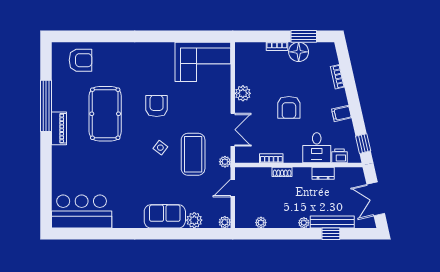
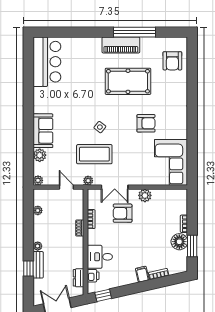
armchair: (157, 106) -> (146, 123), moved
armchair: (289, 107) -> (123, 213), moved
filing cabinet: (341, 113) -> (142, 274), moved
piano: (59, 128) -> (121, 45), width x1.37, depth x1.33
dresser: (323, 173) -> (79, 278), moved
bench: (332, 222) -> (38, 265), width x0.73

